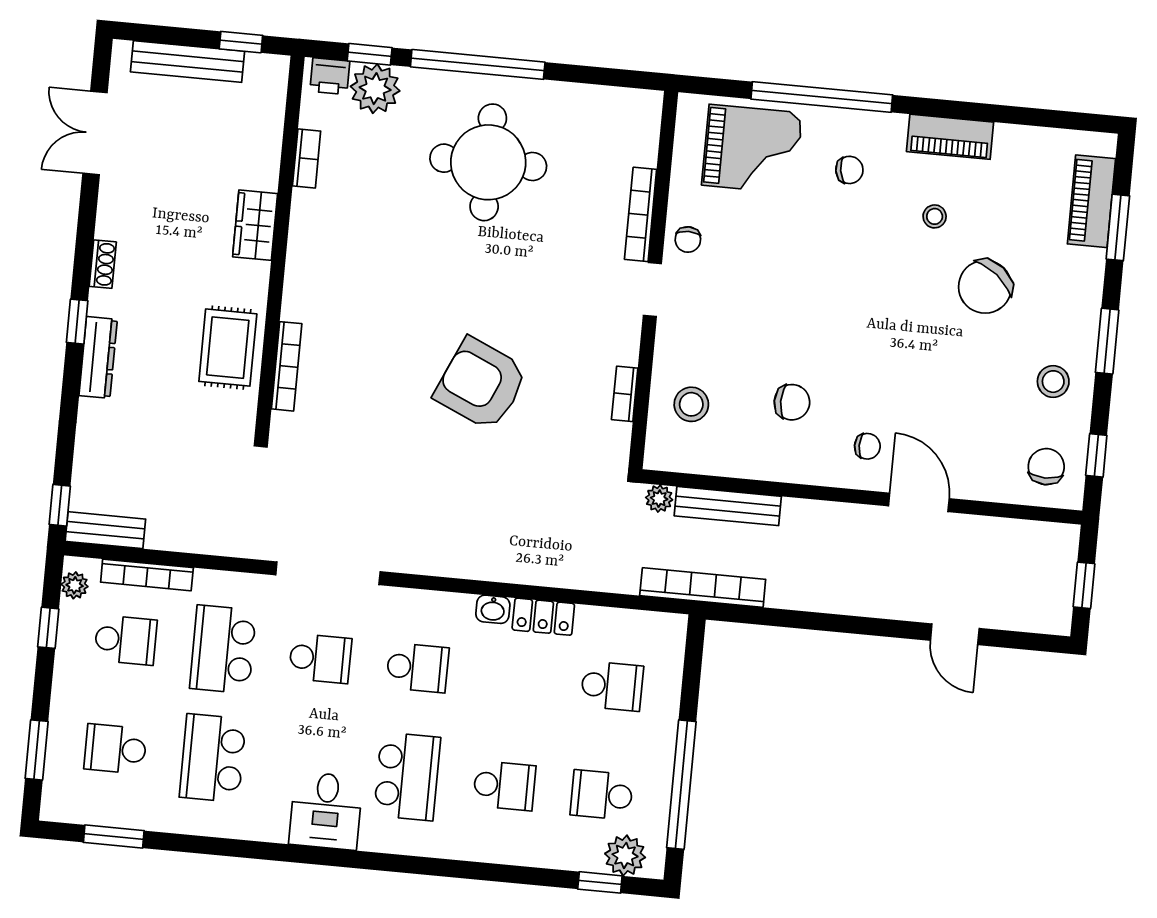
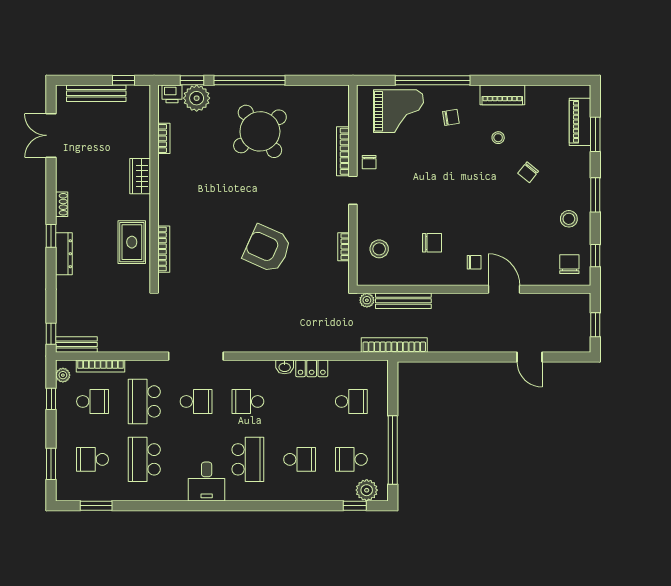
round table: (488, 162) -> (260, 131), turned -37
chair: (985, 287) -> (528, 172), width x0.54, depth x0.54
school desk: (417, 668) -> (248, 401), turned 180

